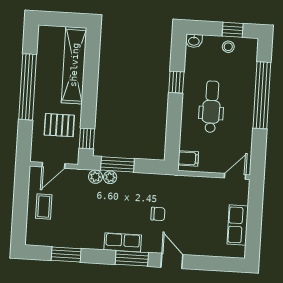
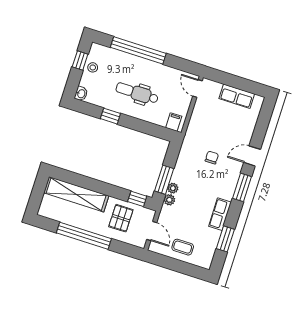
row of seats: (123, 242) -> (220, 214), moved

